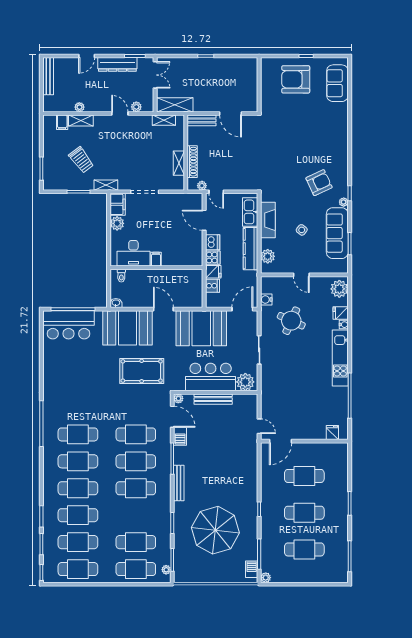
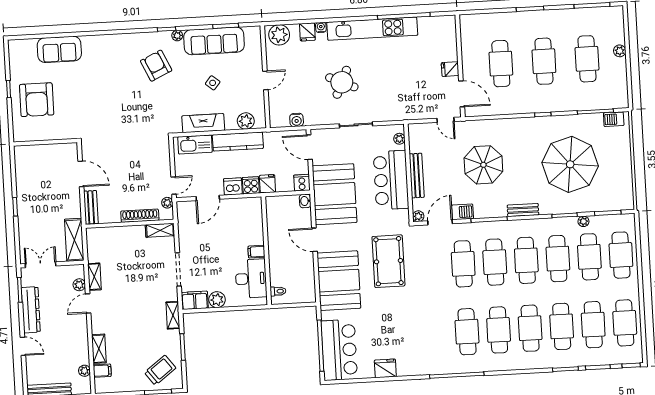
sofa: (337, 83) -> (59, 49), moved
plant: (79, 107) -> (84, 371), moved
door: (231, 113) -> (81, 174), hinge flipped
shelving: (164, 120) -> (94, 277), moved
trolley: (81, 160) -> (160, 370), moved
shelving: (179, 163) -> (160, 230), moved
cooker: (212, 286) -> (302, 183), moved
washbasin: (116, 303) -> (305, 201), moved
door: (163, 309) -> (315, 240), hinge flipped
round table: (291, 321) -> (342, 82), moved
kitchen unit: (340, 358) -> (372, 29), width x1.36
fridge: (51, 363) -> (385, 368), added
plant: (245, 382) -> (399, 139), width x0.53, depth x0.53
door: (259, 426) -> (445, 120), swing flipped
fridge: (332, 433) -> (450, 69), moved
parasol: (219, 456) -> (483, 165), added
bench: (179, 483) -> (523, 210), width x0.73
cafe table: (136, 515) -> (558, 259), added
plant: (166, 570) -> (583, 221), moved
plant: (266, 578) -> (620, 51), moved

